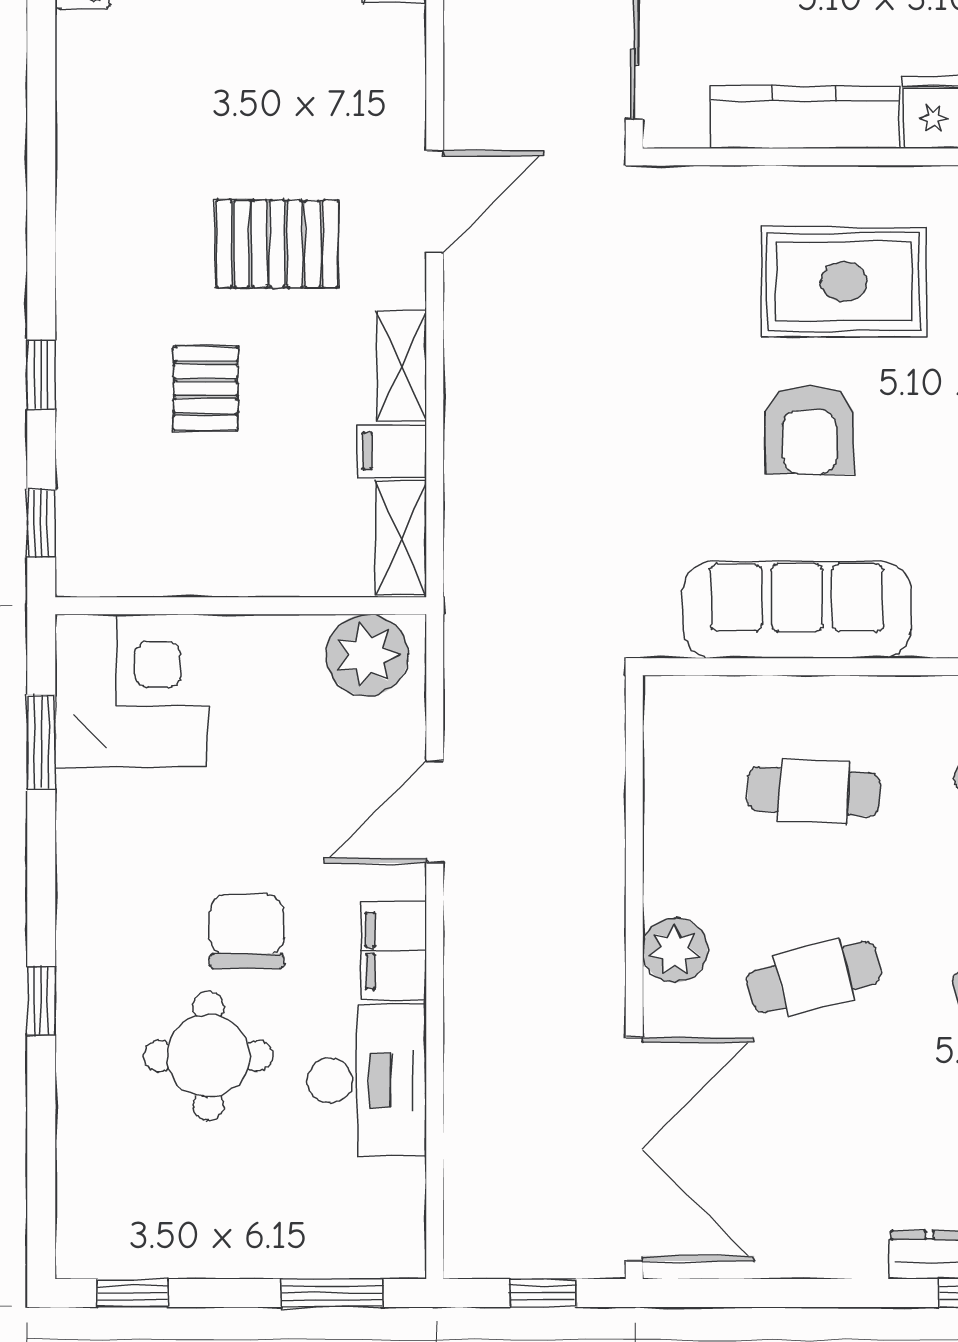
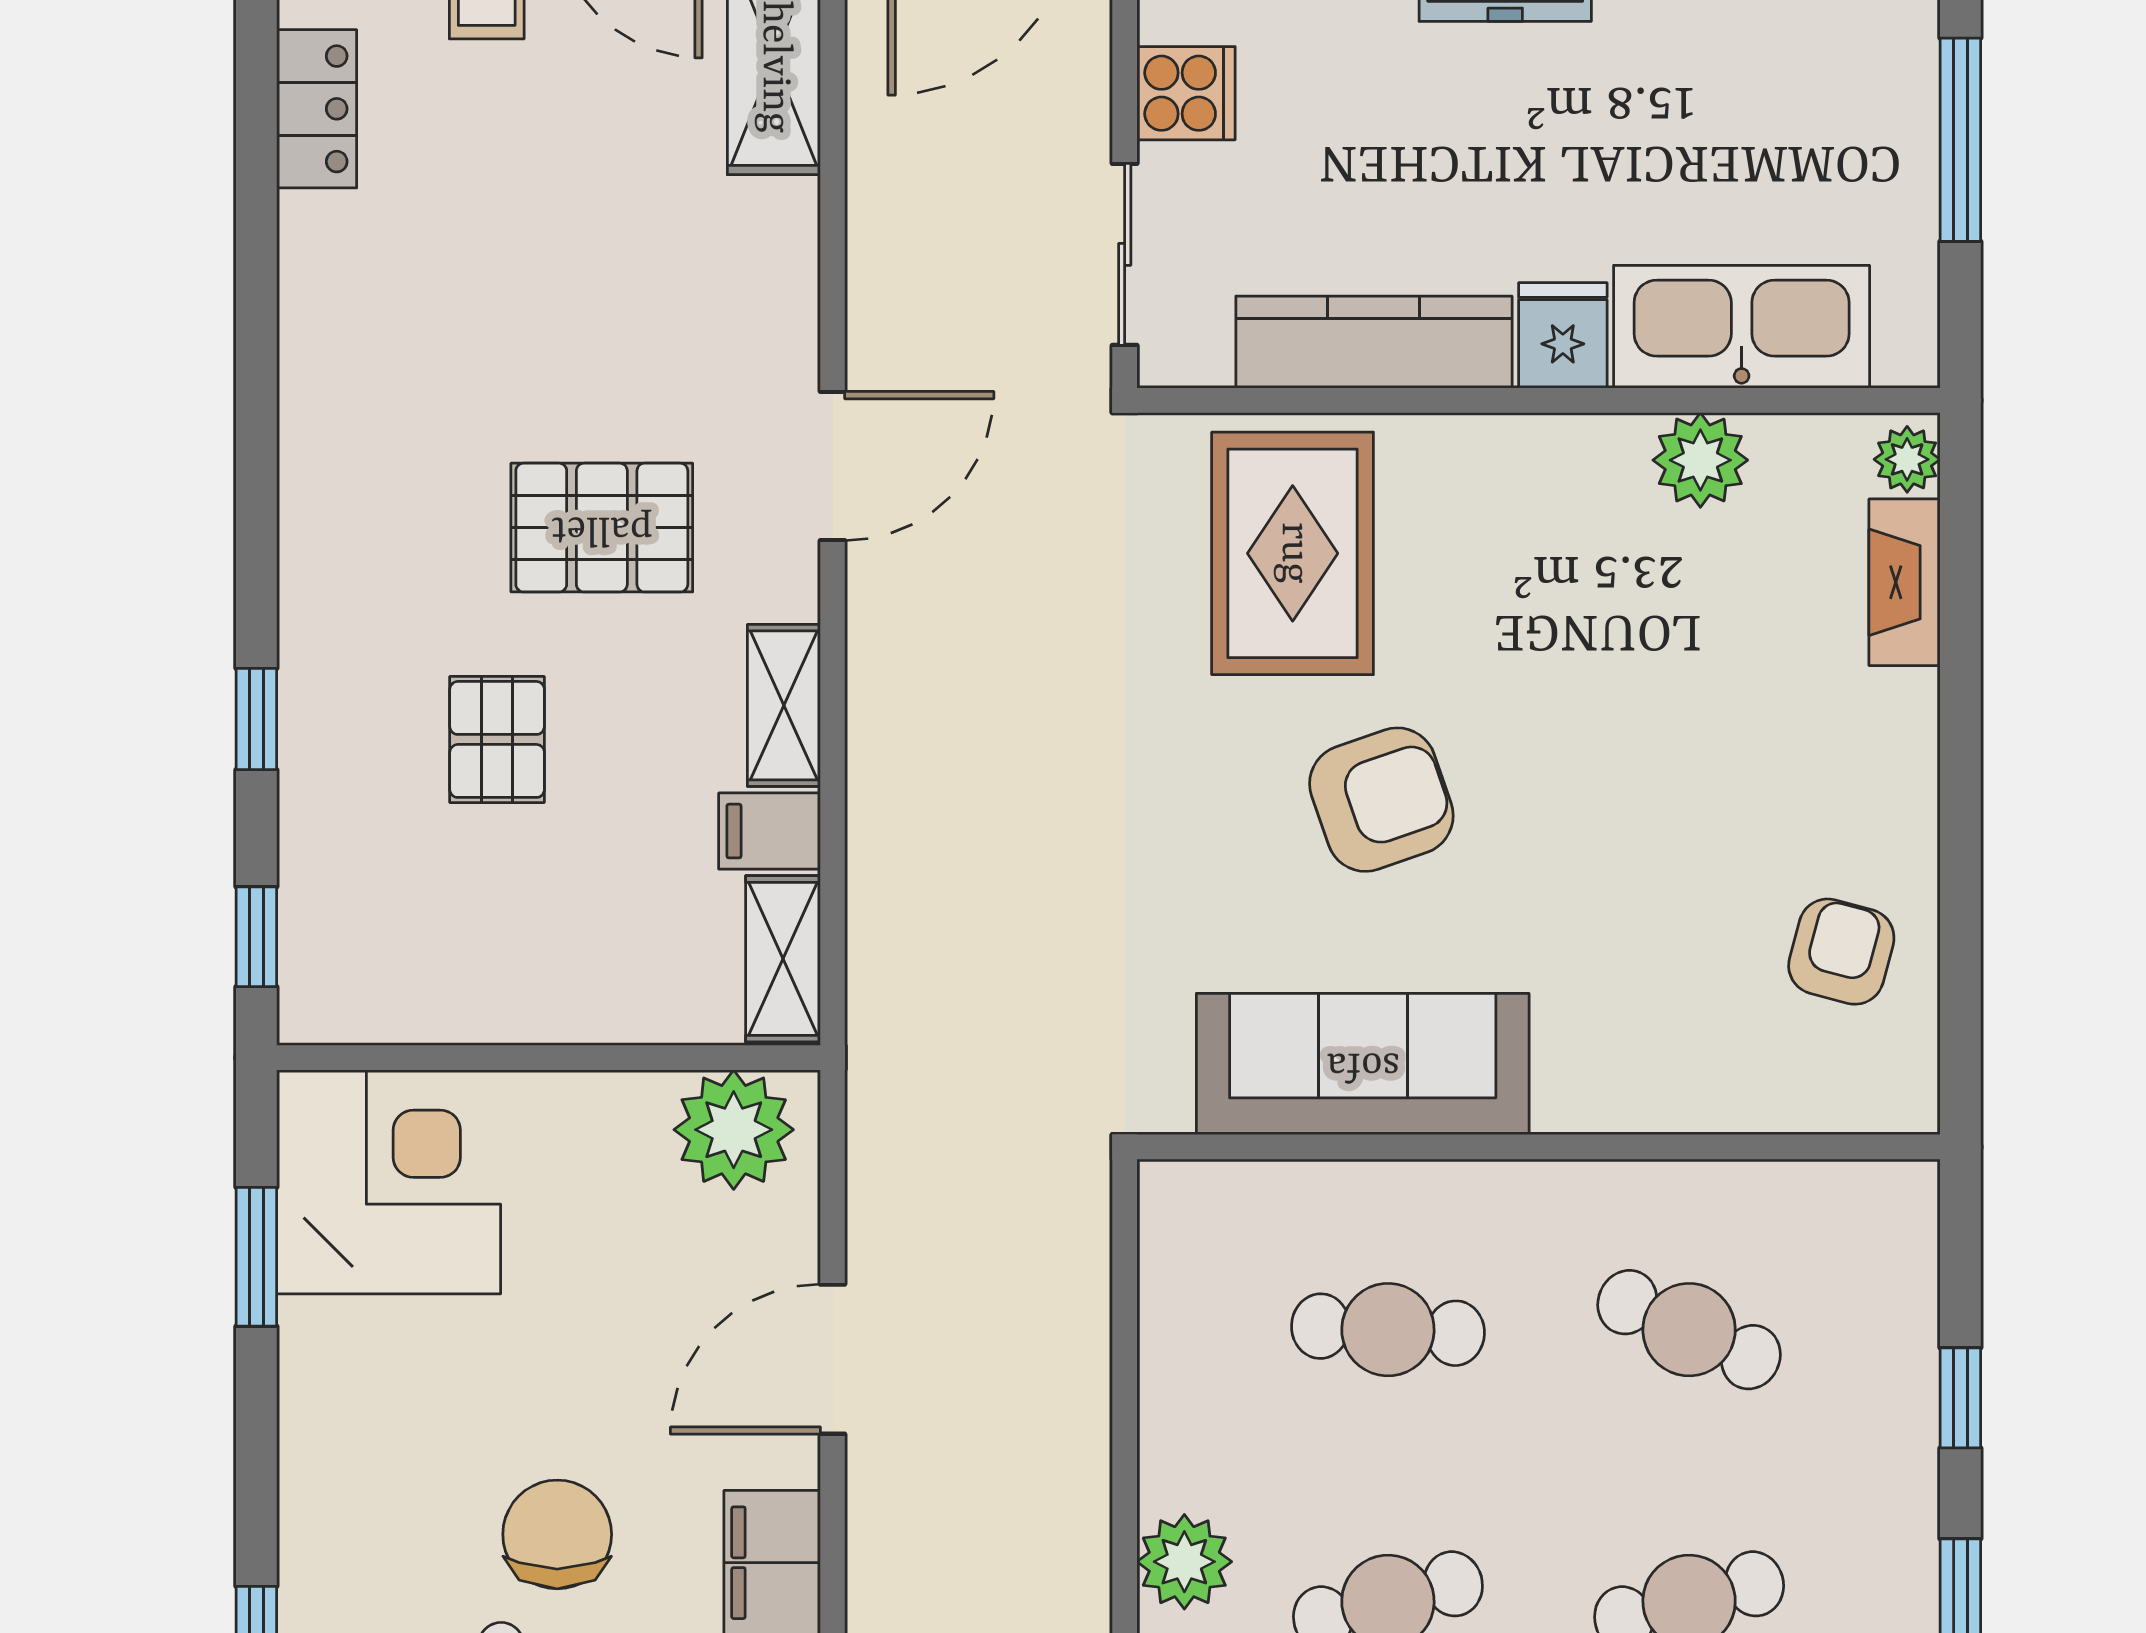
rug: (844, 282) -> (1293, 553), moved, turned 90
armchair: (810, 430) -> (1381, 800), turned -109

